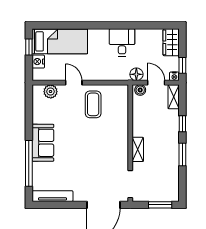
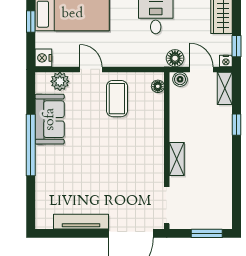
nightstand: (38, 62) -> (43, 58), moved
floor lamp: (124, 95) -> (158, 86), added
sofa: (43, 143) -> (50, 119), moved
window: (182, 155) -> (236, 166), removed
window: (29, 163) -> (31, 145), moved
tv unit: (52, 196) -> (81, 222), moved

